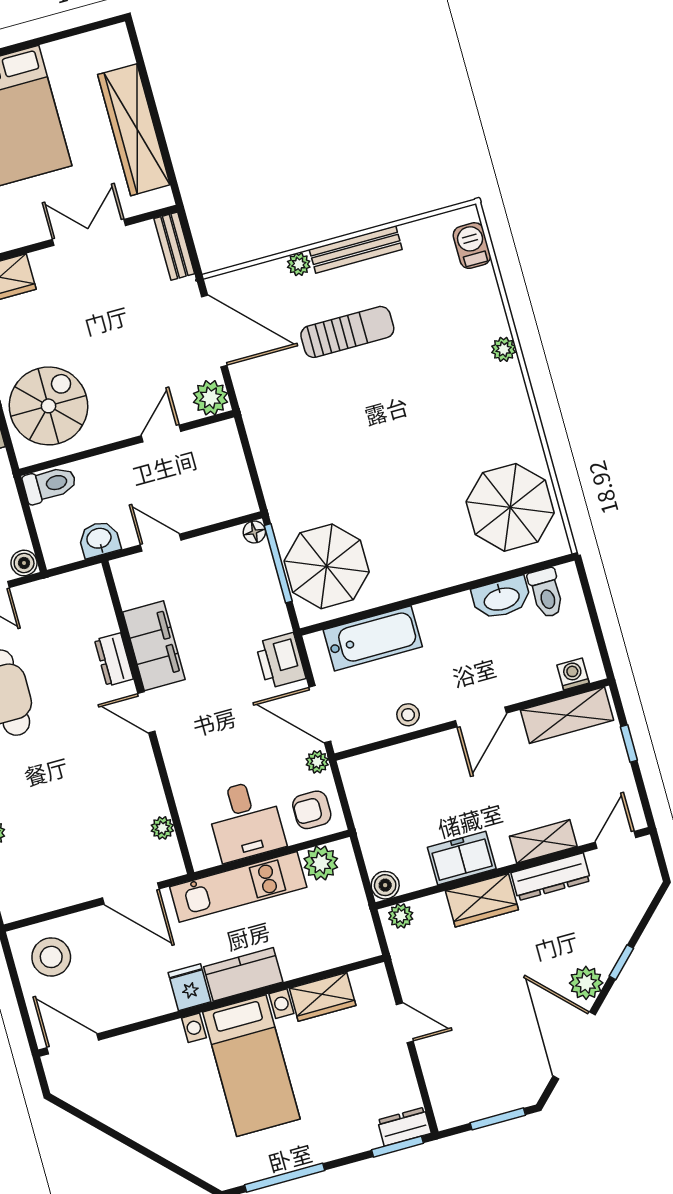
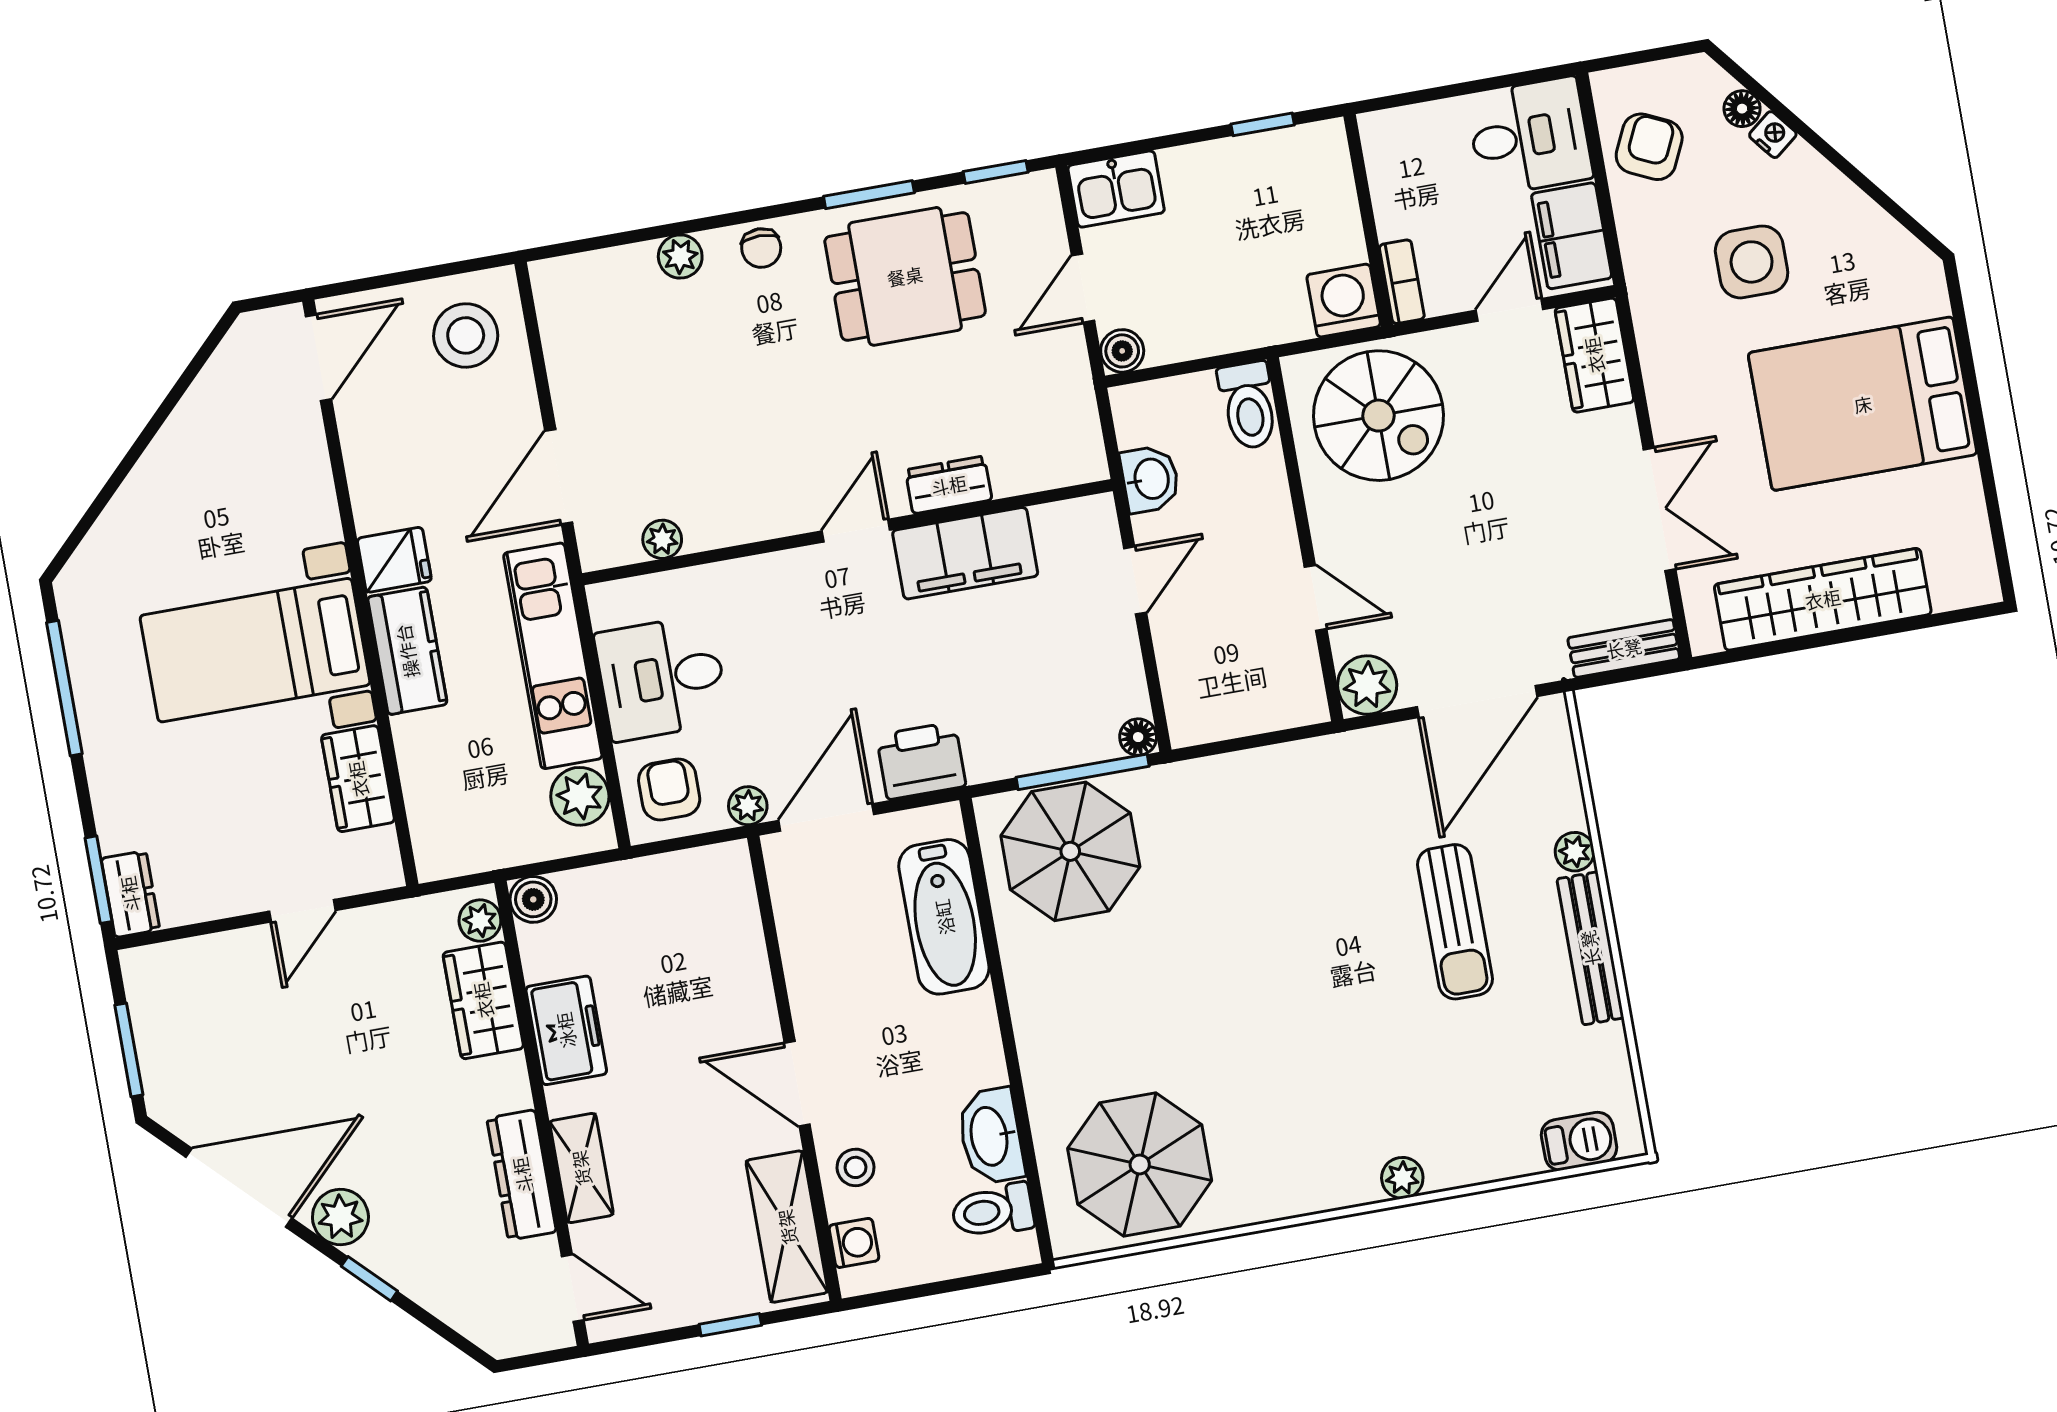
stool: (408, 715) -> (855, 1167), moved
wardrobe: (482, 900) -> (483, 1000), moved

